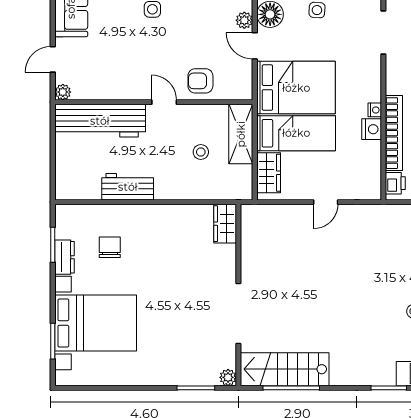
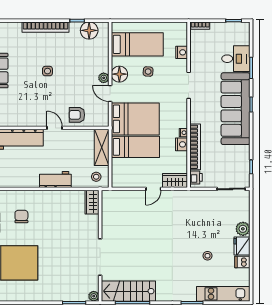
stool: (201, 152) -> (96, 177), moved
wardrobe: (269, 173) -> (175, 181), moved, turned -90
workbench: (128, 187) -> (55, 180), moved

